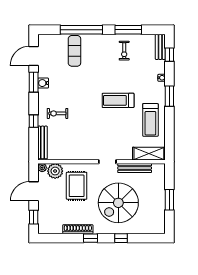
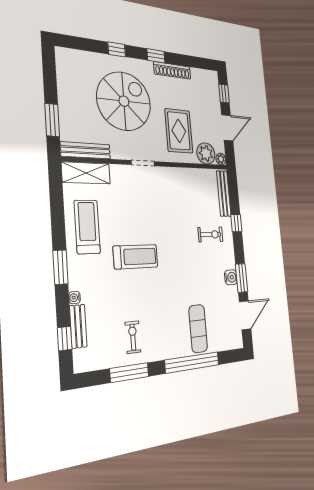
bench: (160, 47) -> (78, 326), moved
bench: (135, 168) -> (86, 150), moved
window: (169, 200) -> (52, 120), moved

